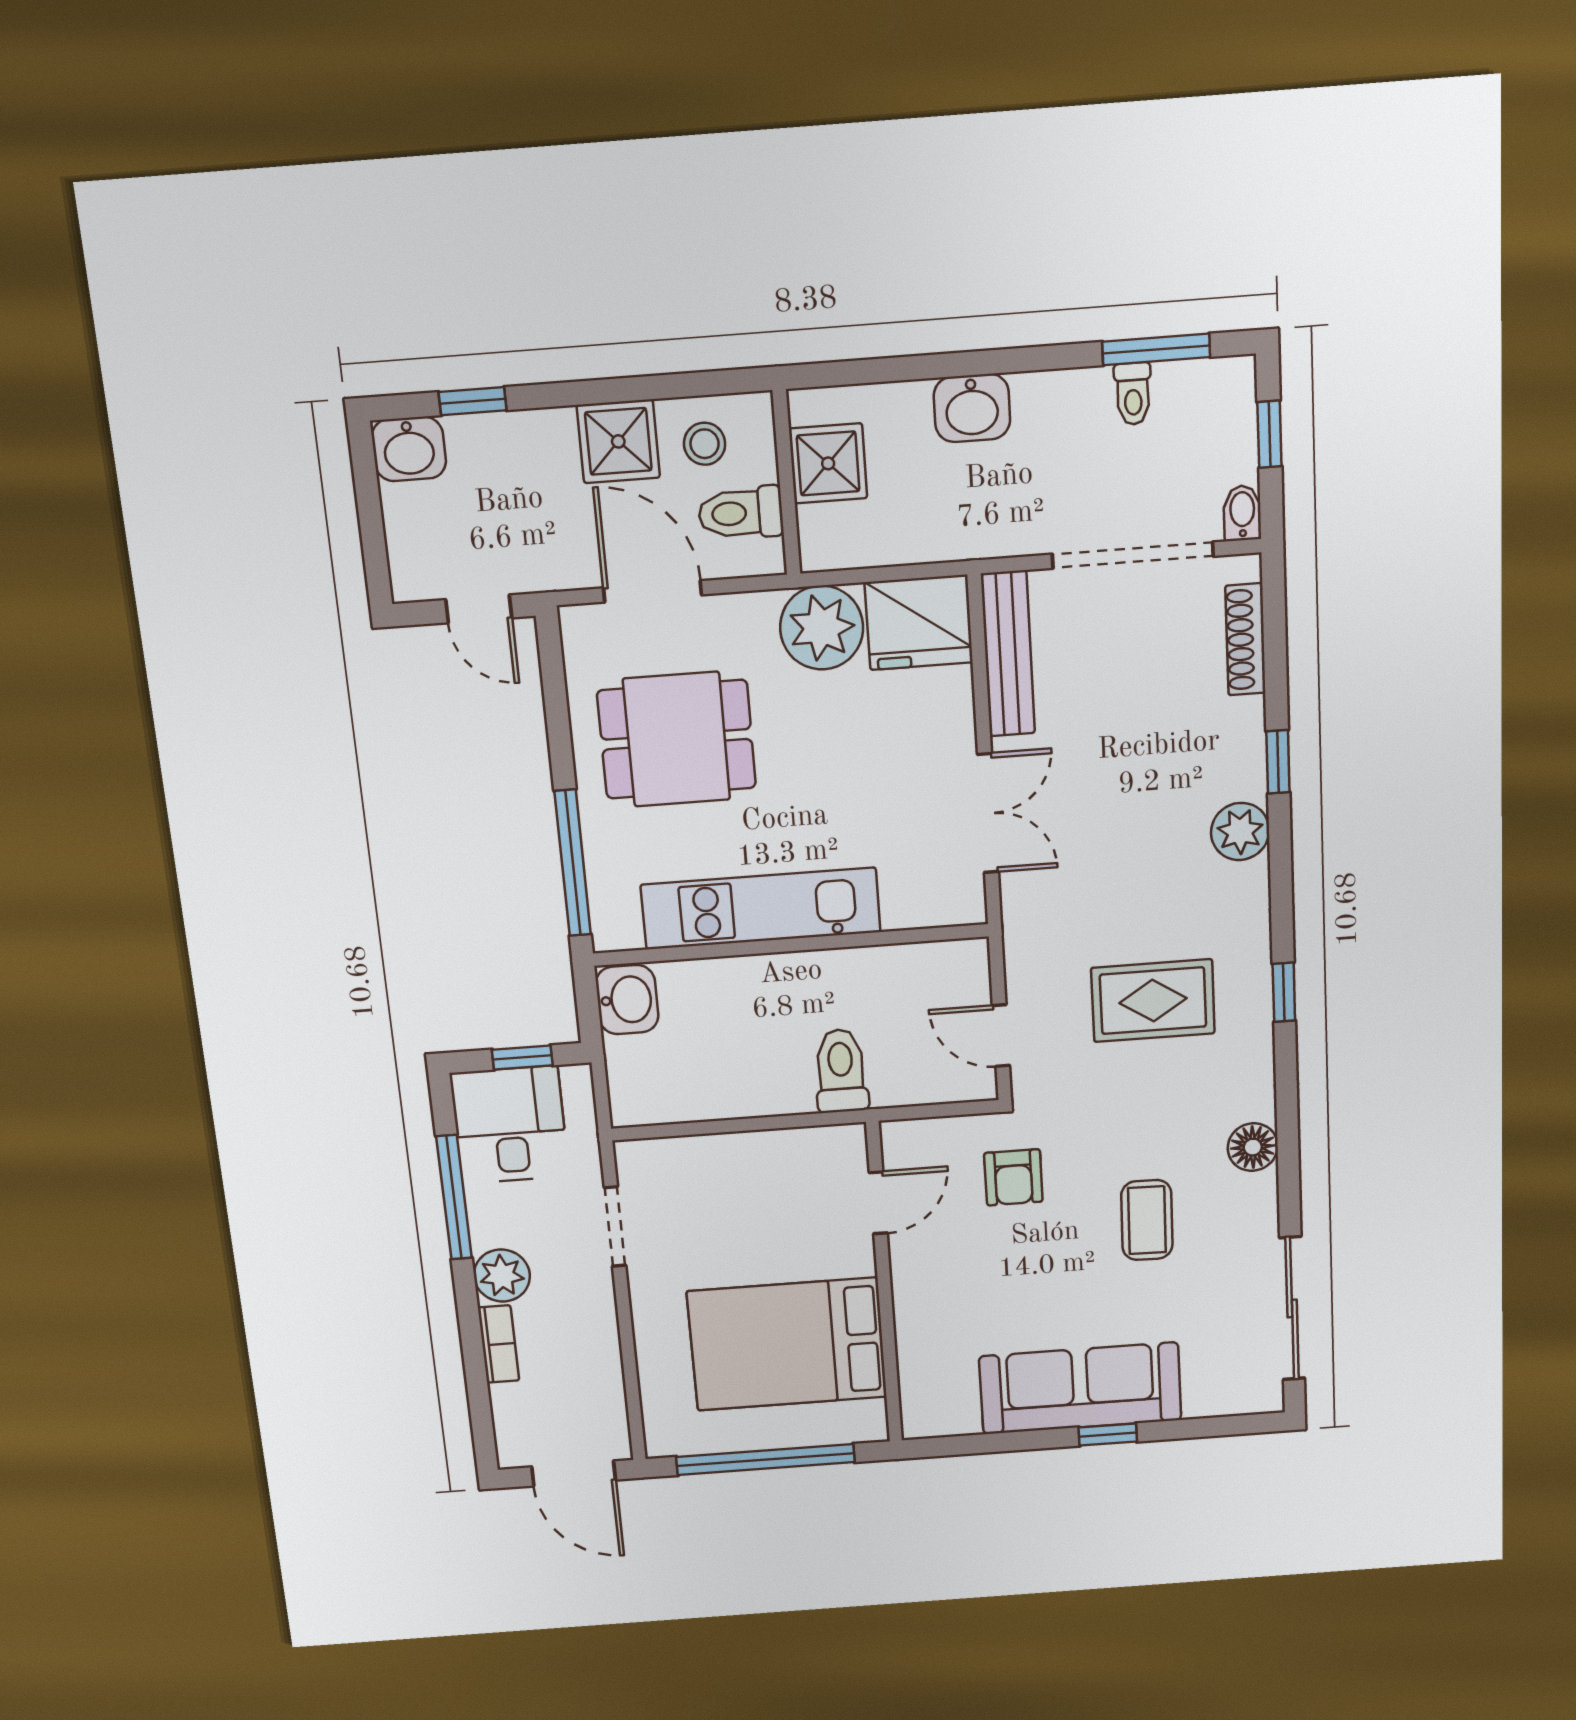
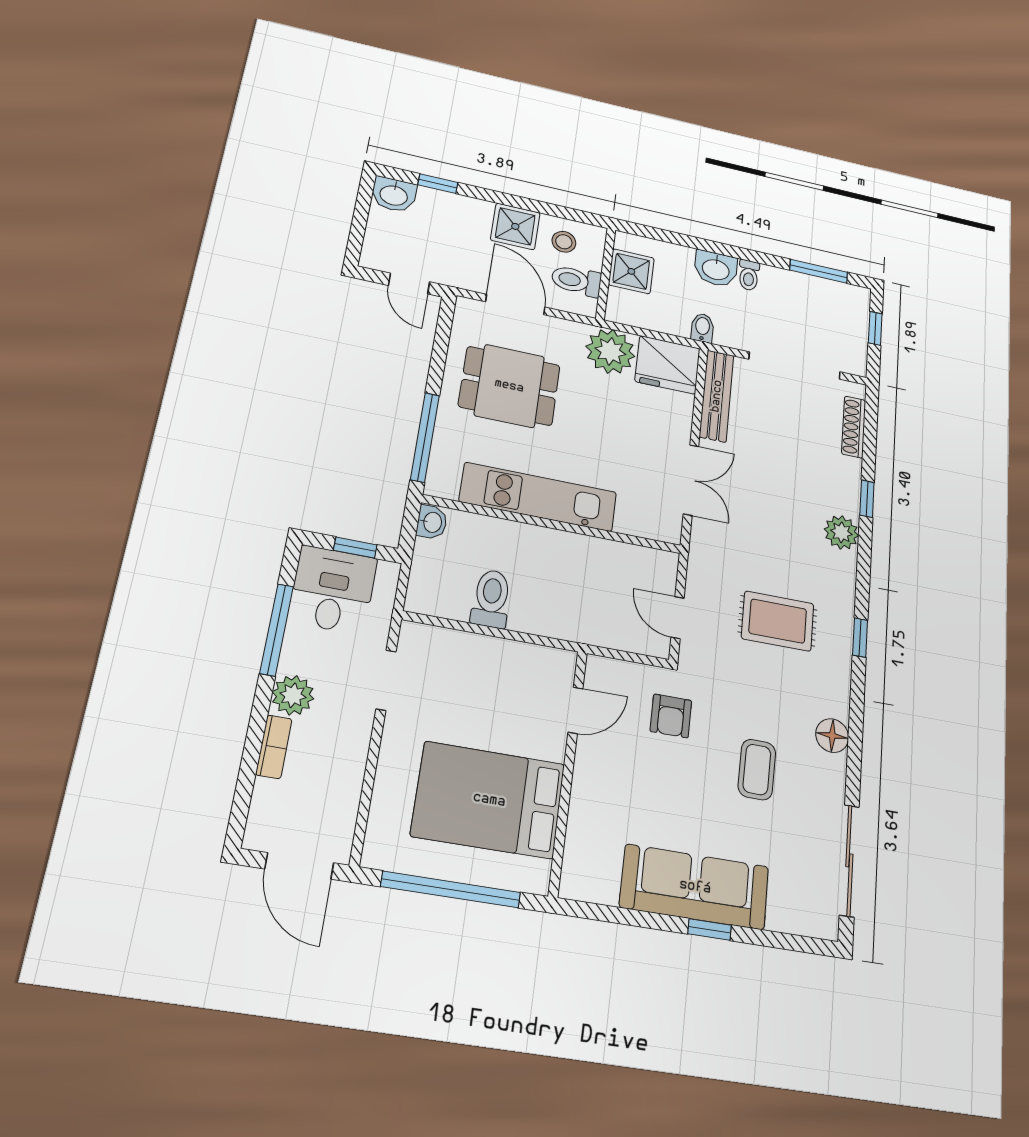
toilet: (1133, 394) -> (749, 275), moved
bidet: (1242, 513) -> (702, 328), moved
washbasin: (627, 1000) -> (432, 522), width x0.72, depth x0.69
toilet: (841, 1071) -> (491, 599), moved

